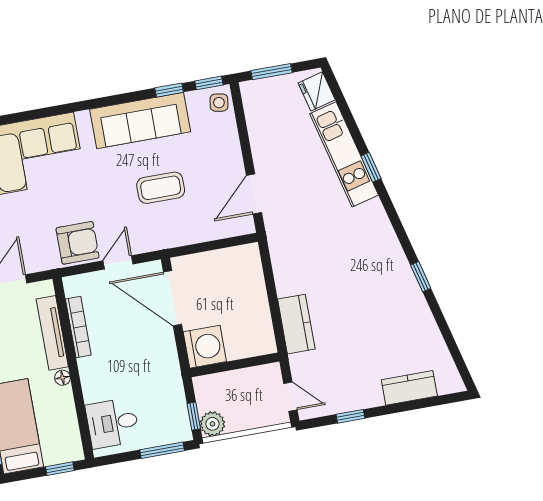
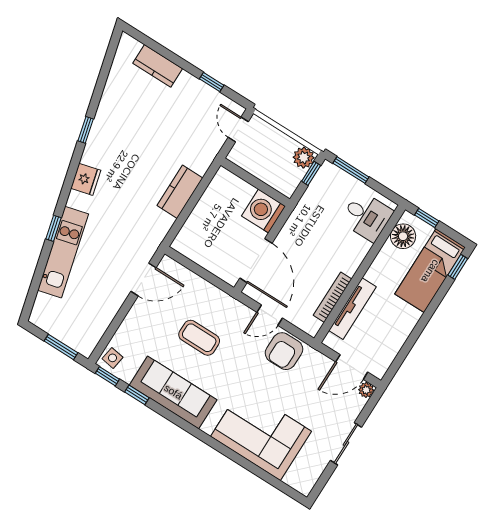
fridge: (317, 91) -> (86, 179), moved
armchair: (78, 243) -> (284, 351), turned -90
kitchen counter: (296, 324) -> (180, 192), moved
floor lamp: (62, 378) -> (403, 236), moved, width x1.89, depth x1.89

